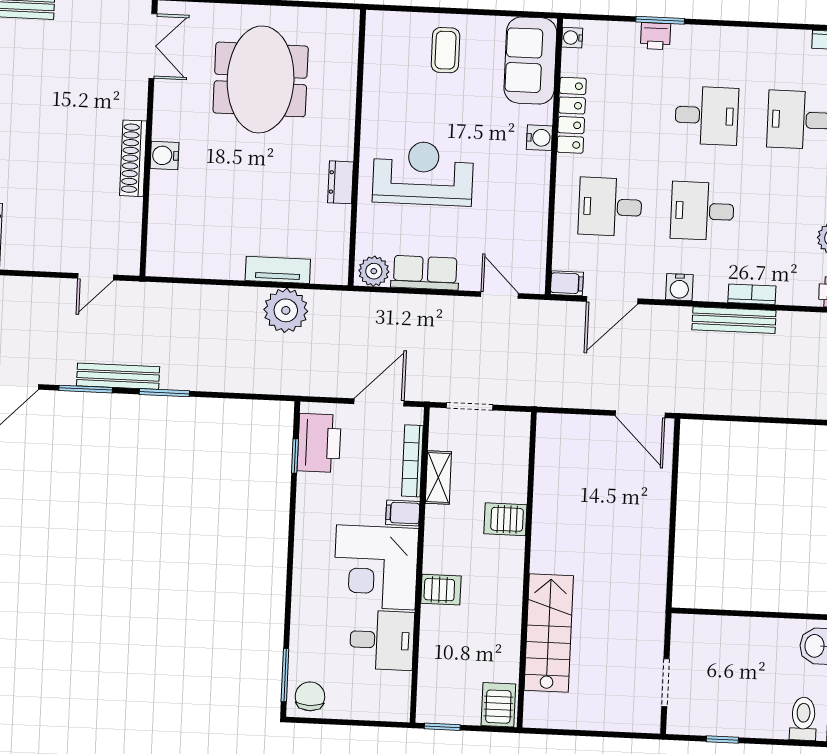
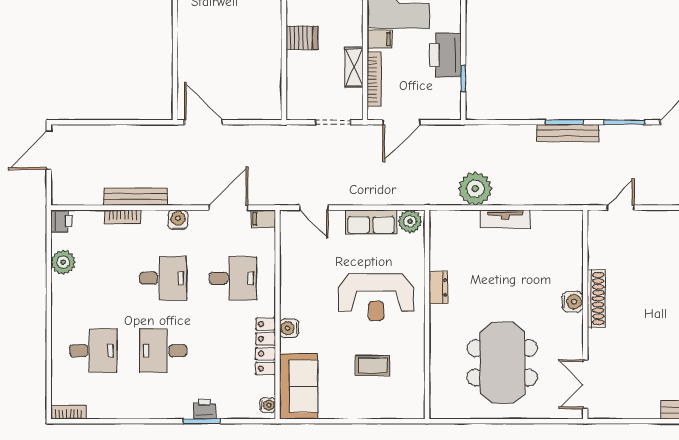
coffee table: (446, 50) -> (373, 365), moved, turned 90
tv unit: (278, 270) -> (505, 219), moved
bench: (118, 376) -> (568, 133), moved
printer: (319, 443) -> (445, 55), moved

